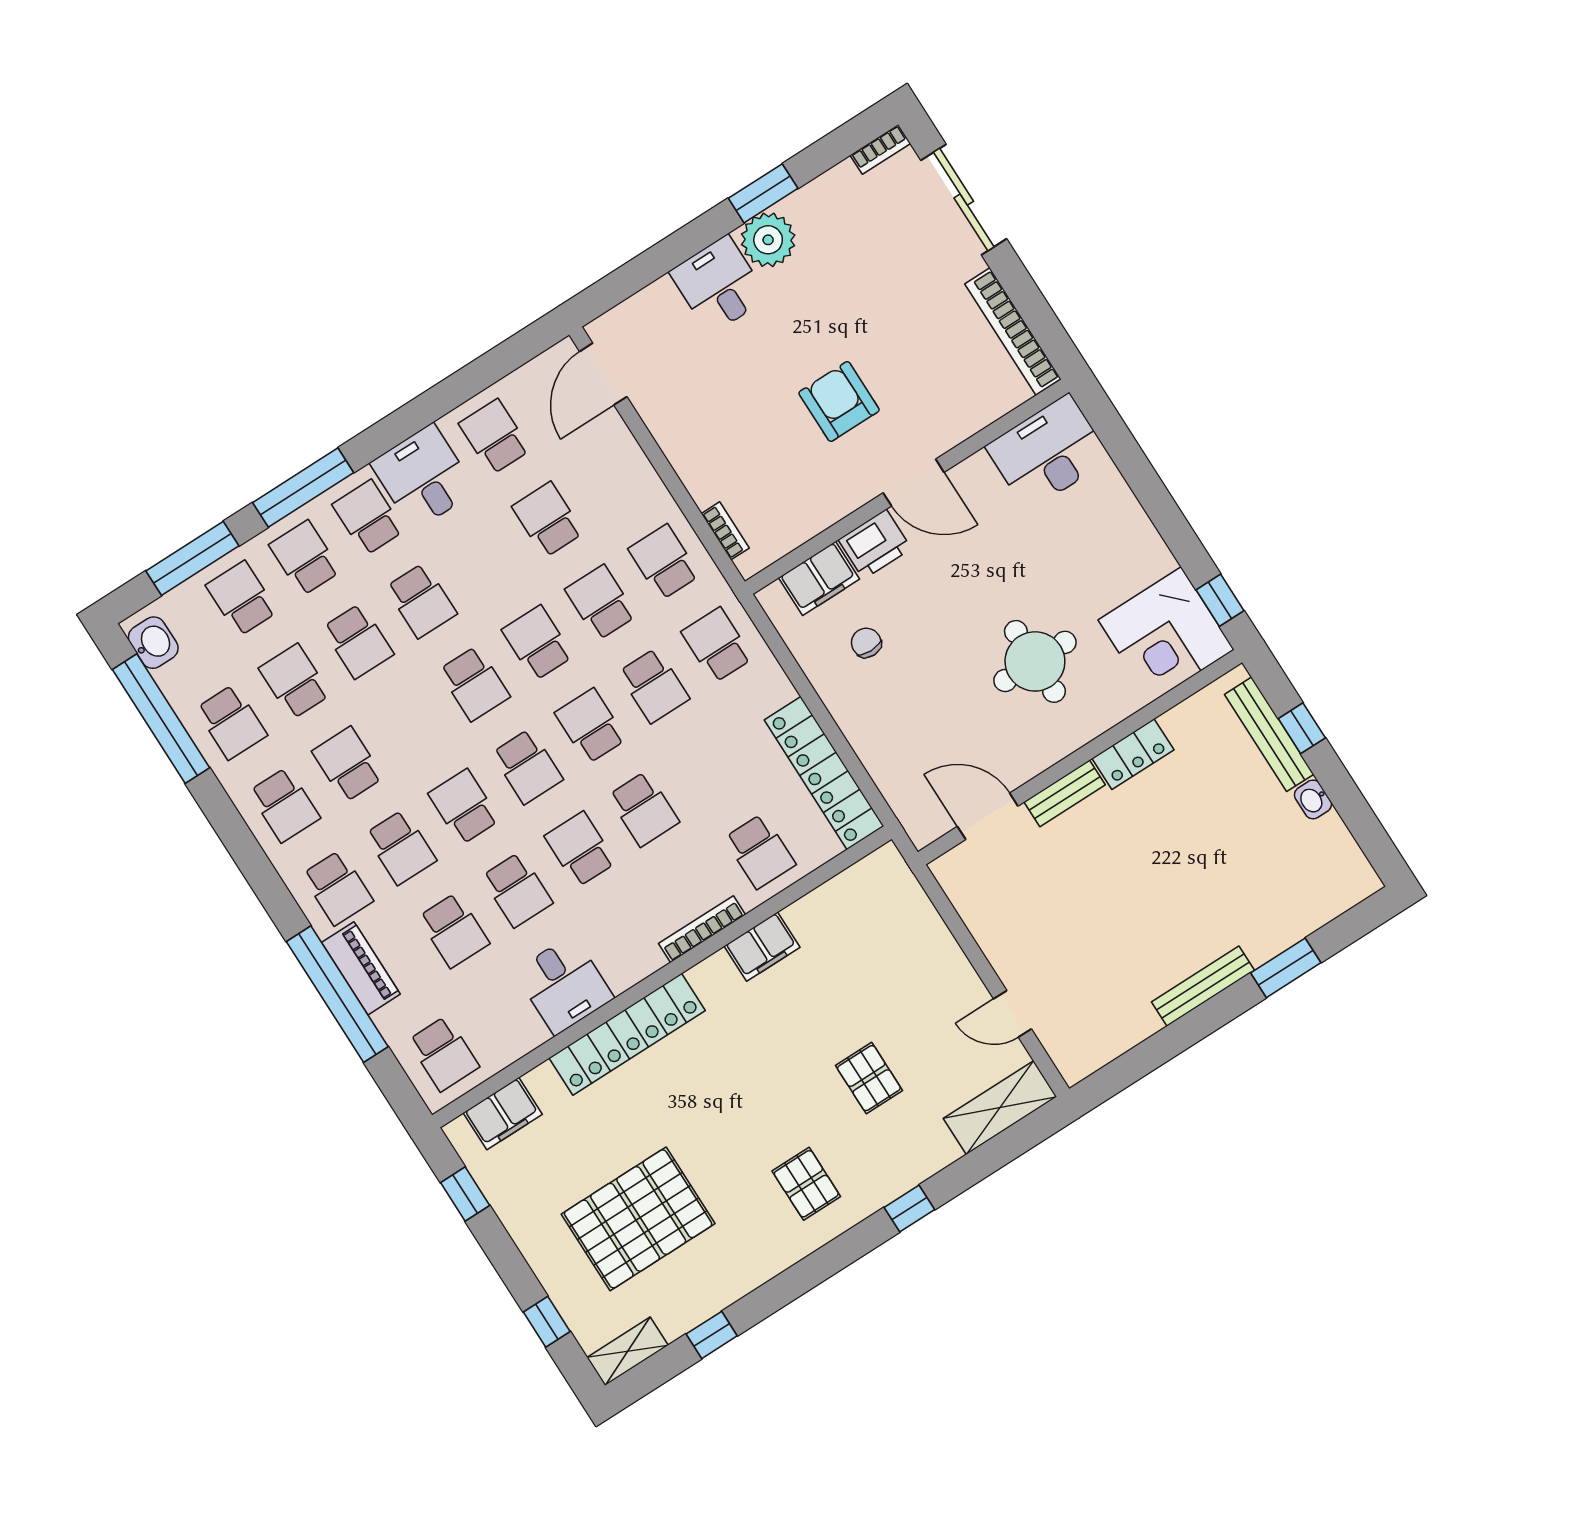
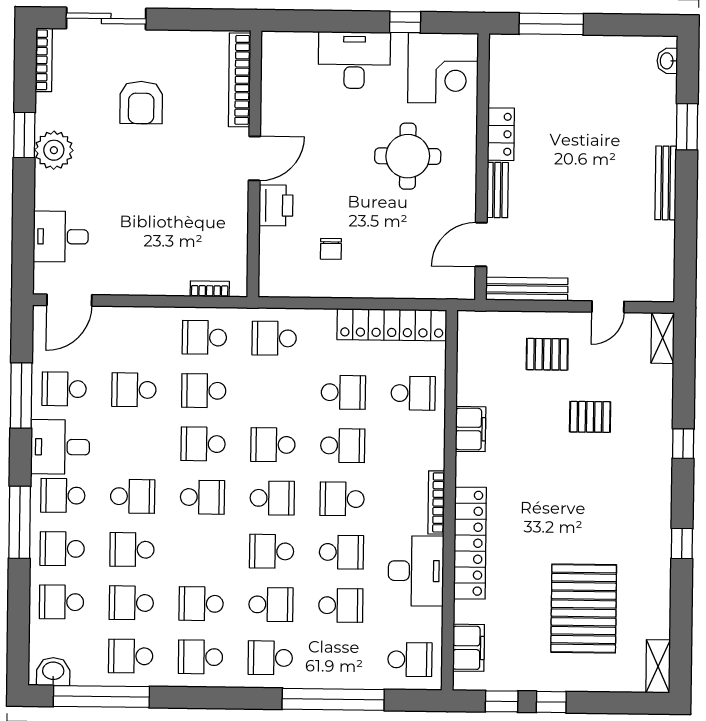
bookcase: (880, 149) -> (44, 60), width x1.56
desk: (719, 285) -> (61, 237), moved
bookcase: (1013, 331) -> (240, 80), moved, turned 90
door: (603, 374) -> (69, 300), hinge flipped
armchair: (839, 401) -> (141, 102), moved, turned -90
desk: (1048, 452) -> (354, 60), moved, turned 90
window: (192, 558) -> (21, 395), moved
filing cabinet: (819, 578) -> (274, 252), removed
window: (1220, 600) -> (405, 22), moved
school desk: (358, 641) -> (132, 550), turned 180
chair: (866, 643) -> (331, 249), turned -90
school desk: (654, 685) -> (343, 392), moved
school desk: (231, 722) -> (131, 656), turned 180
window: (1302, 728) -> (551, 24), width x2.17
bench: (1269, 734) -> (527, 289), moved
washbasin: (1313, 799) -> (667, 61), moved, turned 90
school desk: (284, 805) -> (200, 657), turned 180
school desk: (337, 888) -> (270, 658), turned 180
bookcase: (702, 929) -> (436, 502), moved
piano: (361, 968) -> (327, 675), removed
desk: (564, 985) -> (416, 571), width x1.37
shelving: (1000, 1108) -> (663, 338), width x0.67, depth x0.75
pallet: (806, 1184) -> (547, 354), moved
window: (547, 1322) -> (551, 702), moved
window: (712, 1335) -> (682, 543), moved

